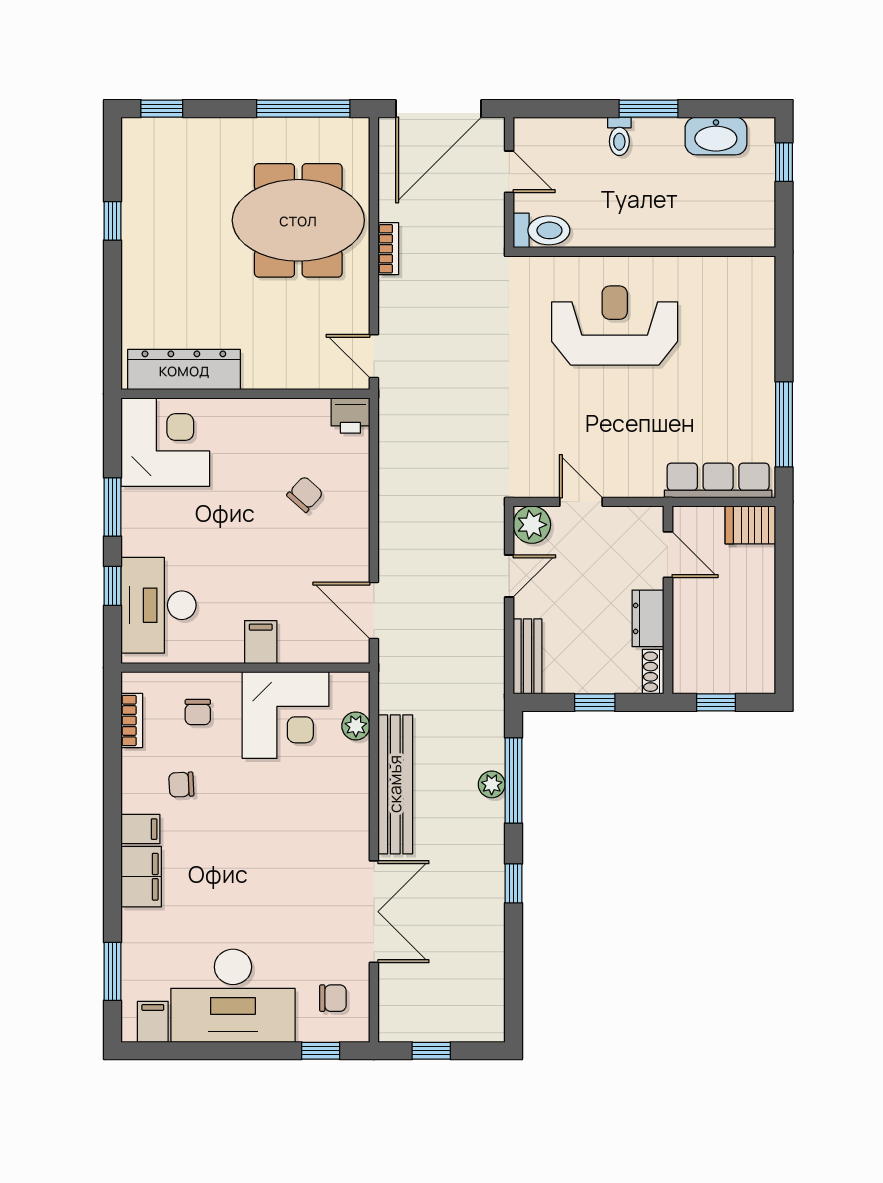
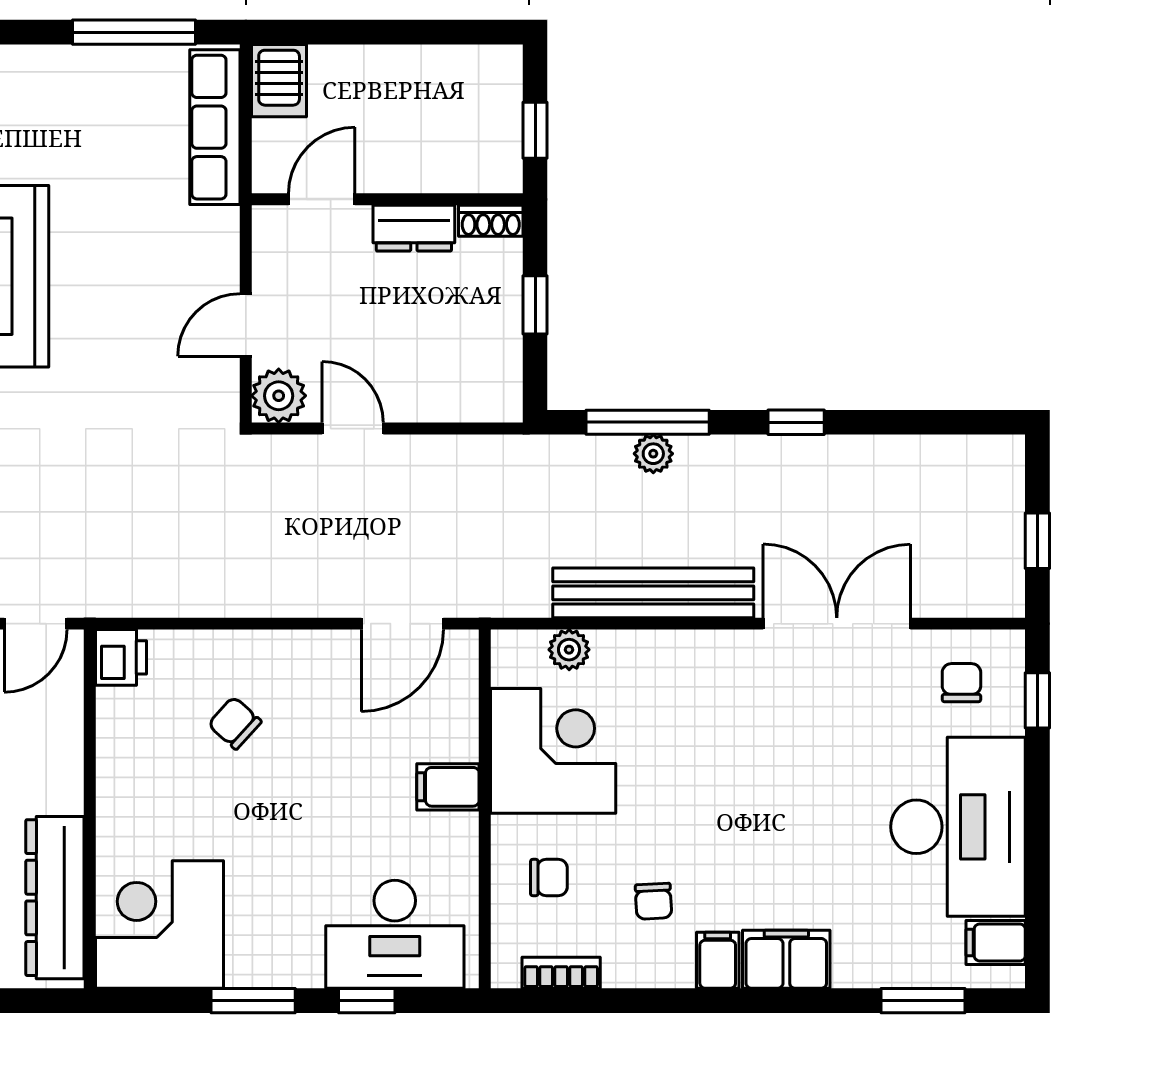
bench: (527, 656) -> (469, 402), removed

